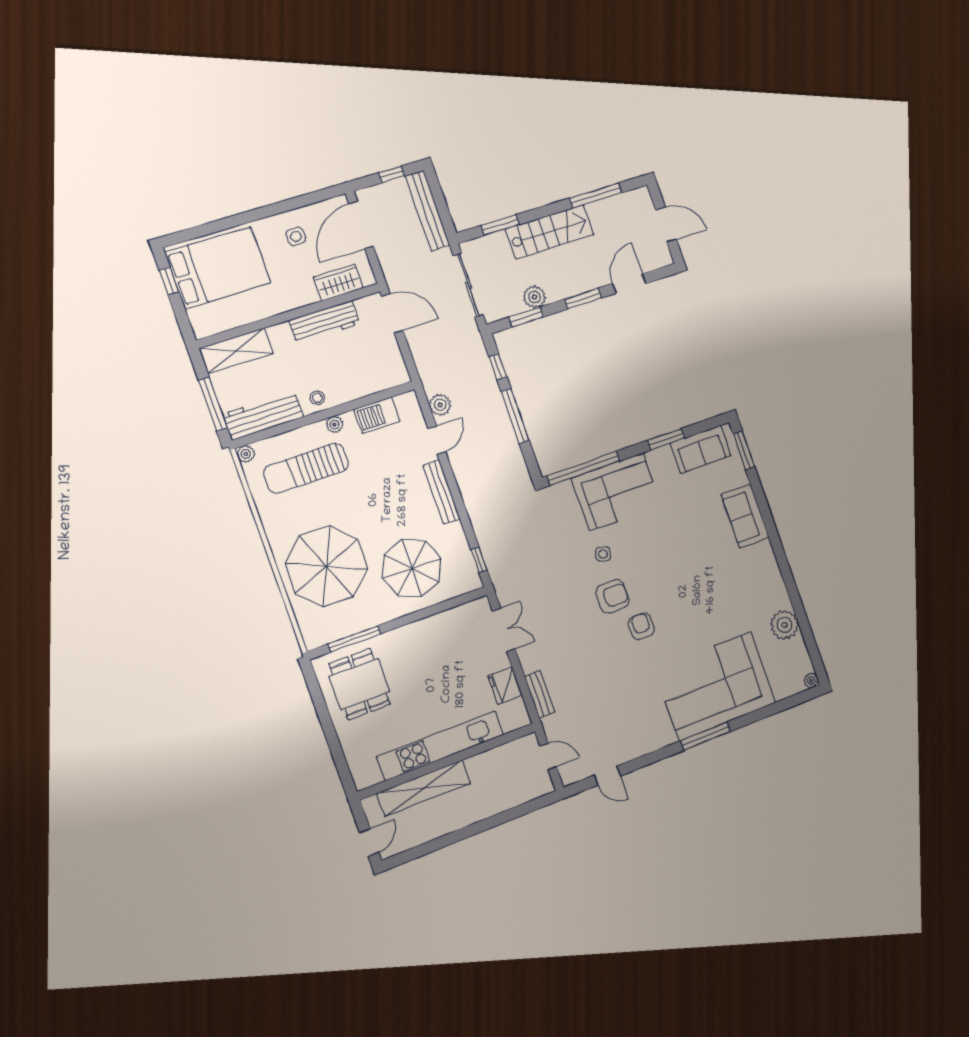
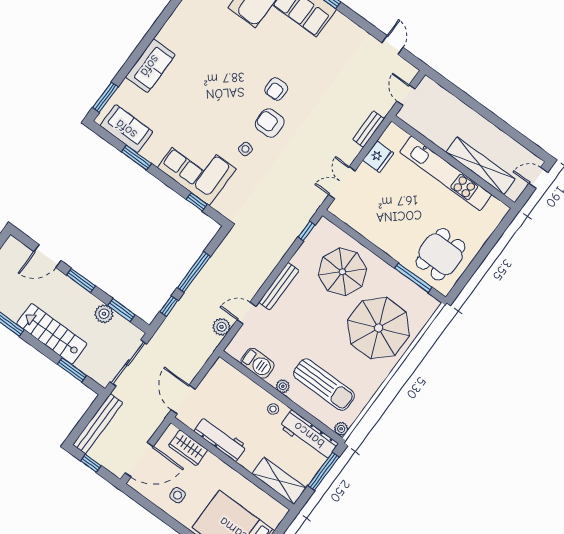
window: (583, 468) -> (197, 202), width x0.32

